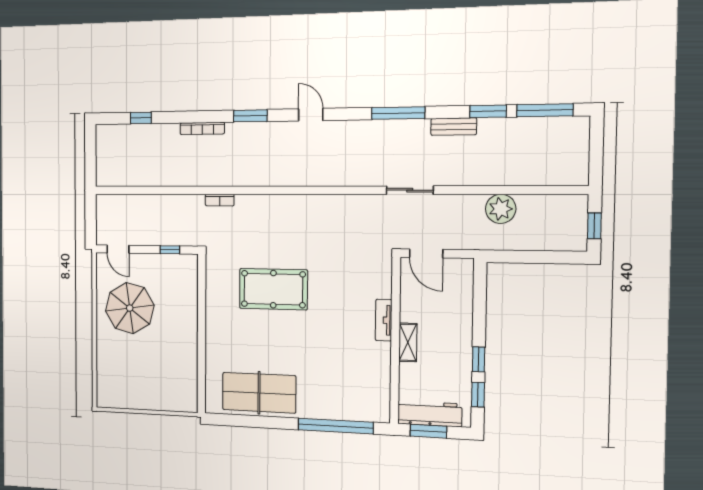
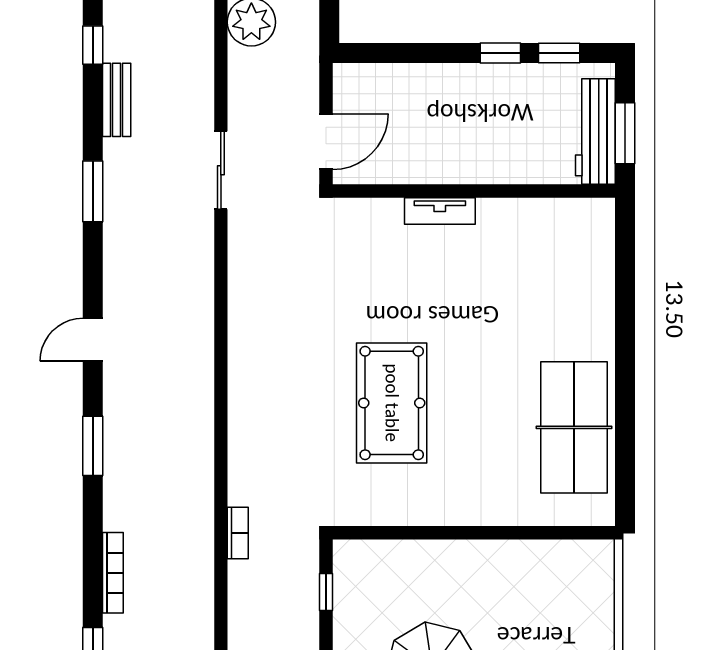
window: (488, 111) -> (93, 45), width x0.67
window: (398, 113) -> (93, 191), width x0.69
bookcase: (202, 128) -> (113, 573), moved
bookcase: (220, 200) -> (238, 533), moved
shelving: (408, 342) -> (476, 170), removed
window: (336, 426) -> (625, 291), removed

